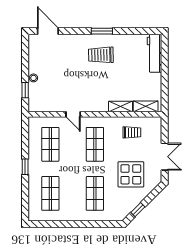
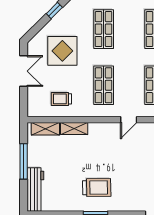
window: (165, 78) -> (24, 161), added
door: (73, 114) -> (129, 120), swing flipped
double door: (165, 157) -> (24, 71), swing flipped

